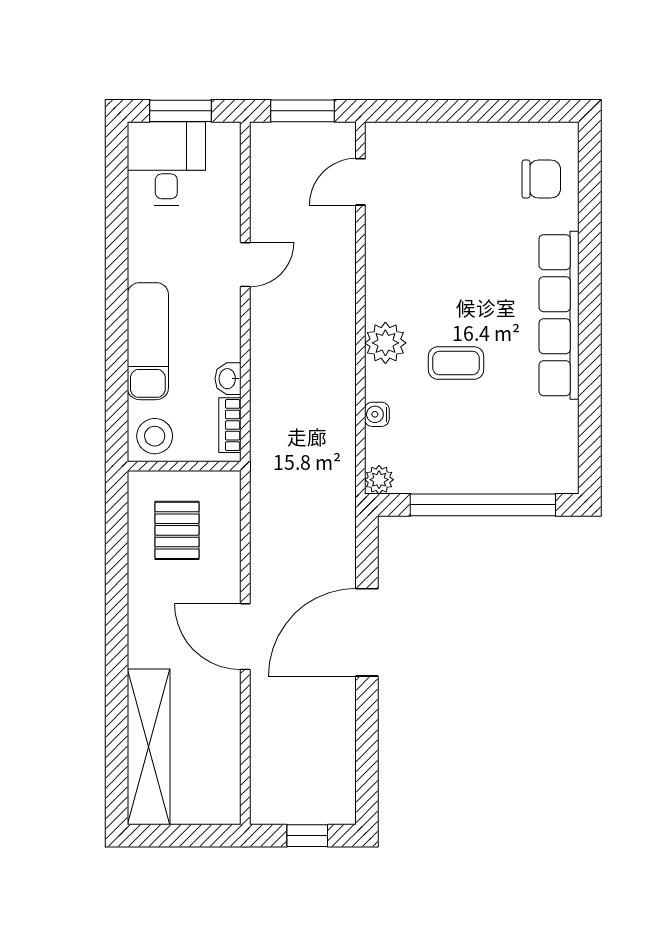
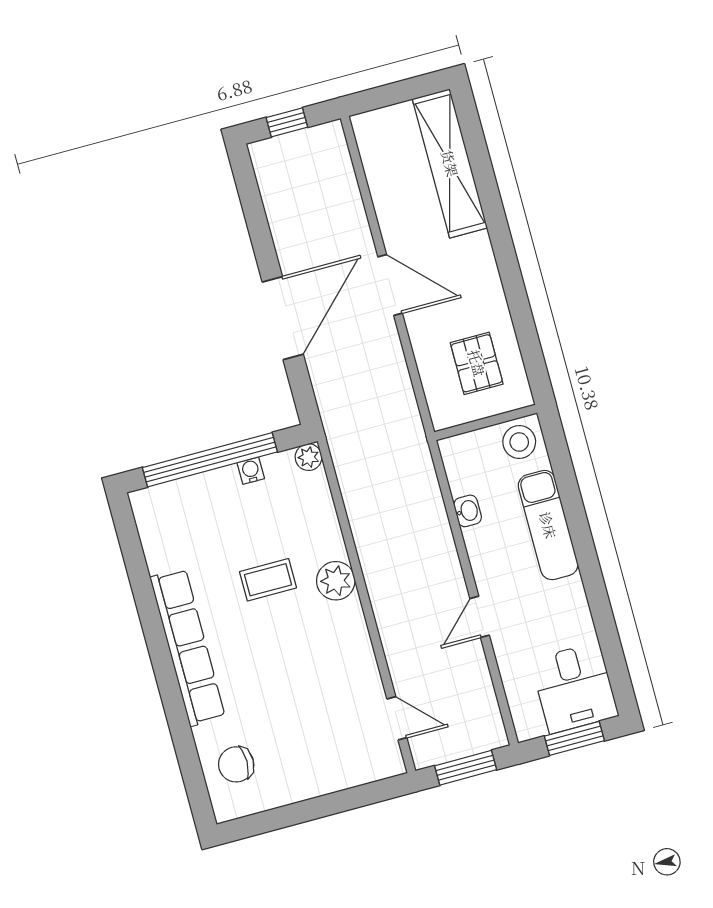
door: (360, 182) -> (397, 718), hinge flipped
water cooler: (377, 414) -> (251, 471), moved, turned -90
bookcase: (230, 425) -> (455, 470), removed

